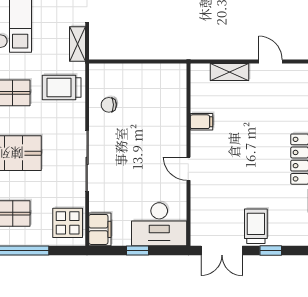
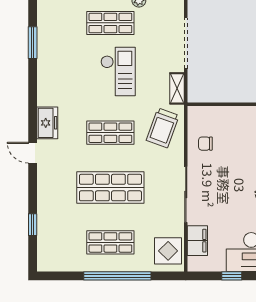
trolley: (62, 88) -> (163, 128), turned -70
filing cabinet: (100, 229) -> (197, 241), moved

